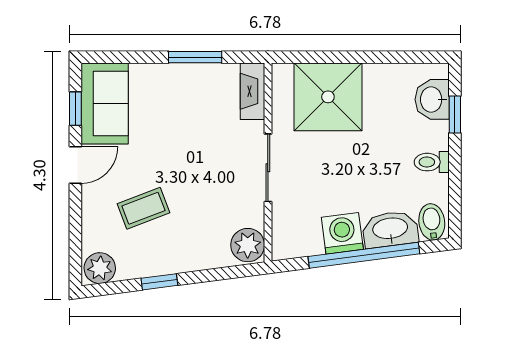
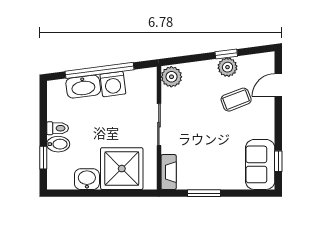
washbasin: (432, 99) -> (87, 179), moved, turned -90
door: (75, 165) -> (278, 85), moved
bidet: (432, 222) -> (58, 144), moved, turned -83
plant: (100, 268) -> (227, 67), moved

